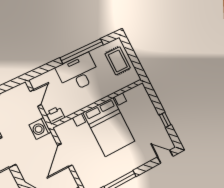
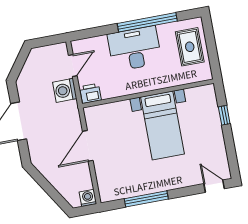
window: (165, 120) -> (224, 115), moved
bed with nightstands: (109, 127) -> (163, 125), width x0.73
washing machine: (40, 128) -> (65, 90), moved

